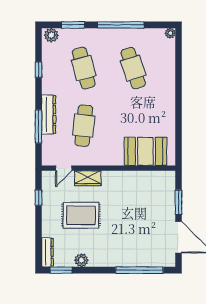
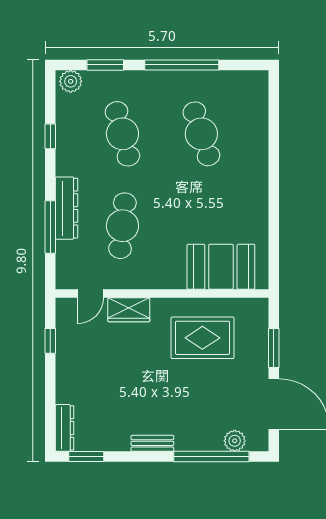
plant: (170, 33) -> (260, 78), removed
rug: (81, 215) -> (202, 338), moved
plant: (81, 260) -> (235, 441), moved
bench: (102, 262) -> (152, 443), added

